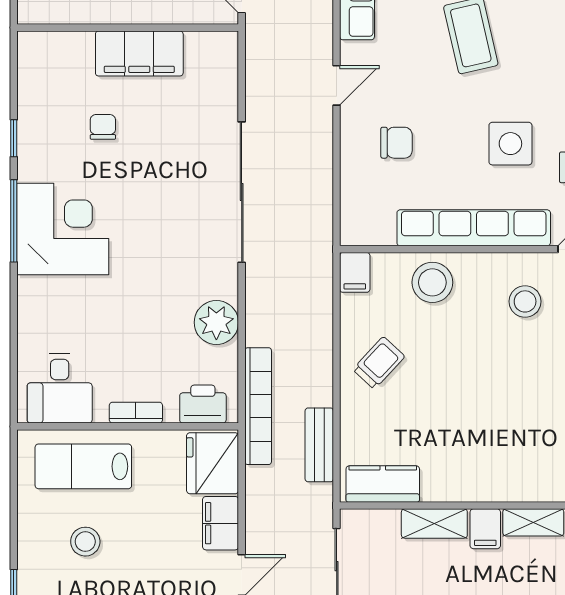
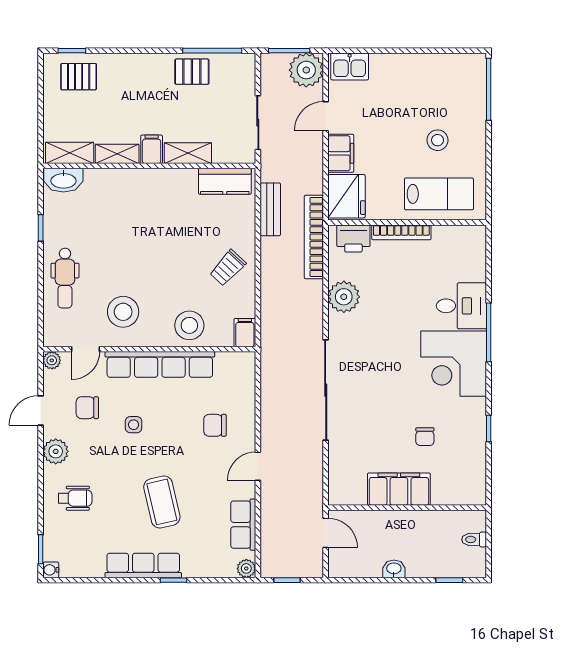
side table: (510, 144) -> (134, 425), width x0.54, depth x0.54
window: (14, 221) -> (489, 332), moved
stool: (525, 301) -> (123, 312), width x1.38, depth x1.38
desk: (60, 388) -> (461, 306), moved, turned 90
bookcase: (136, 413) -> (401, 232), width x1.56

